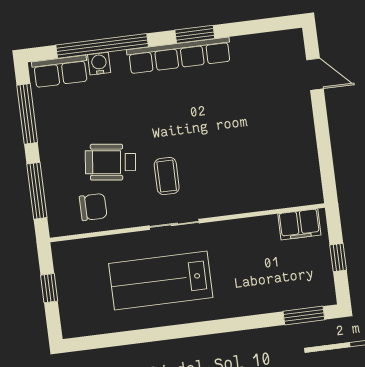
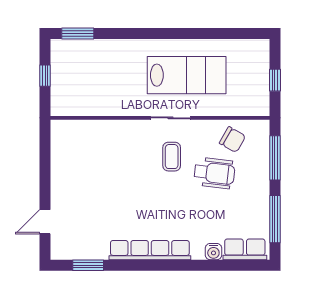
window: (195, 34) -> (88, 265), moved
window: (102, 46) -> (209, 265), removed
door: (315, 74) -> (45, 222), hinge flipped
chair: (93, 207) -> (232, 140), turned -150
filing cabinet: (299, 224) -> (72, 105), removed

